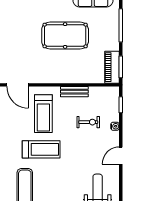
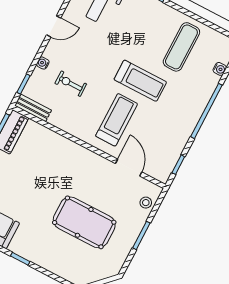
pool table: (65, 35) -> (84, 222), moved
bench: (74, 92) -> (33, 108), moved
treadmill: (41, 149) -> (140, 81), turned 180

